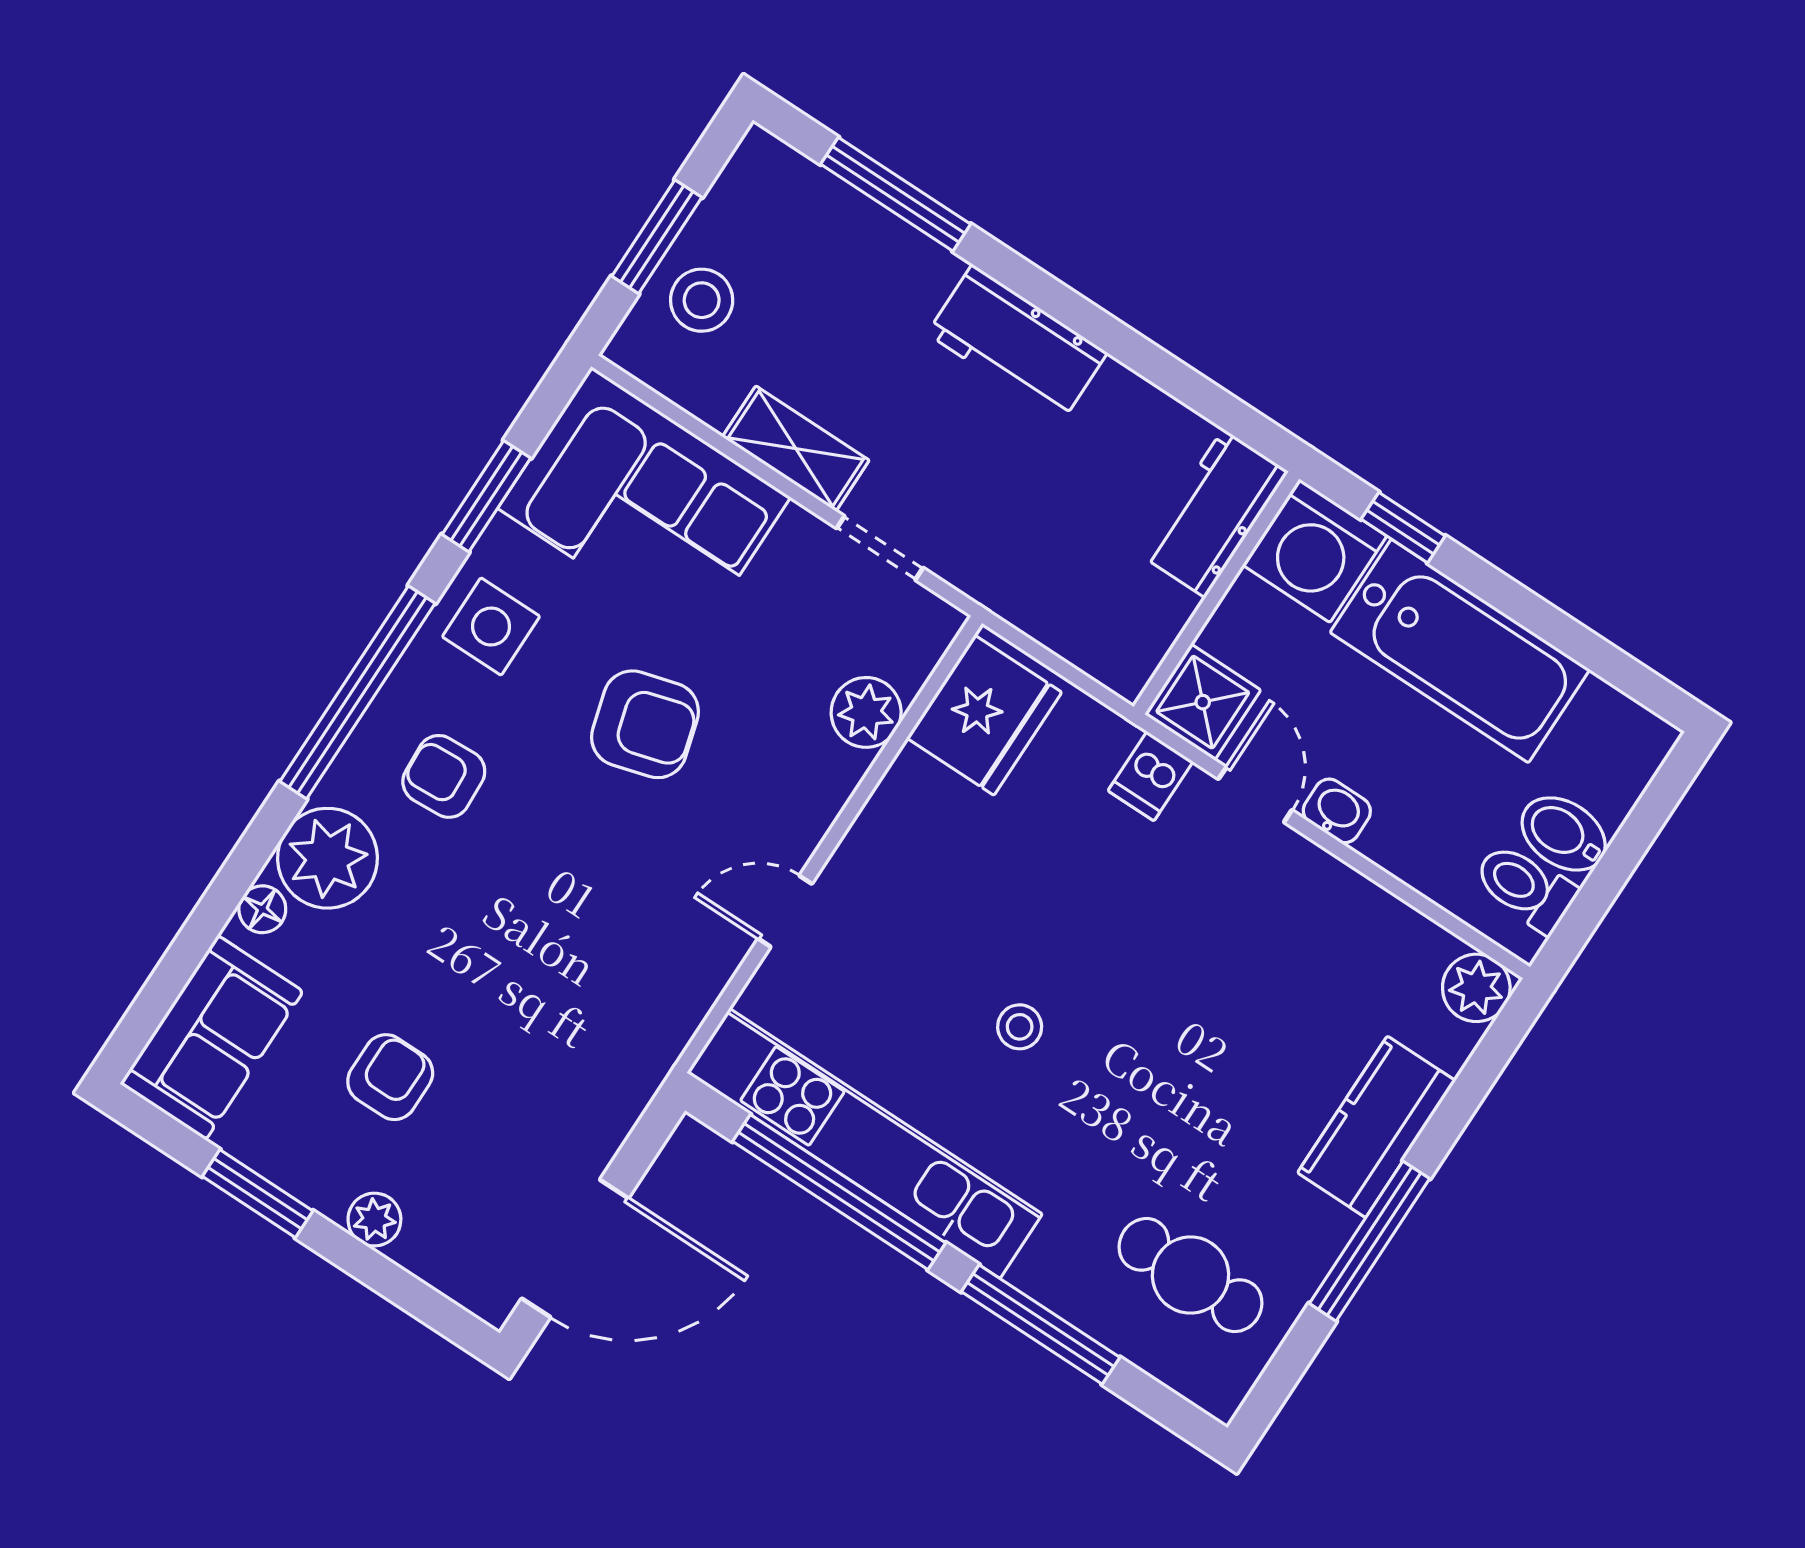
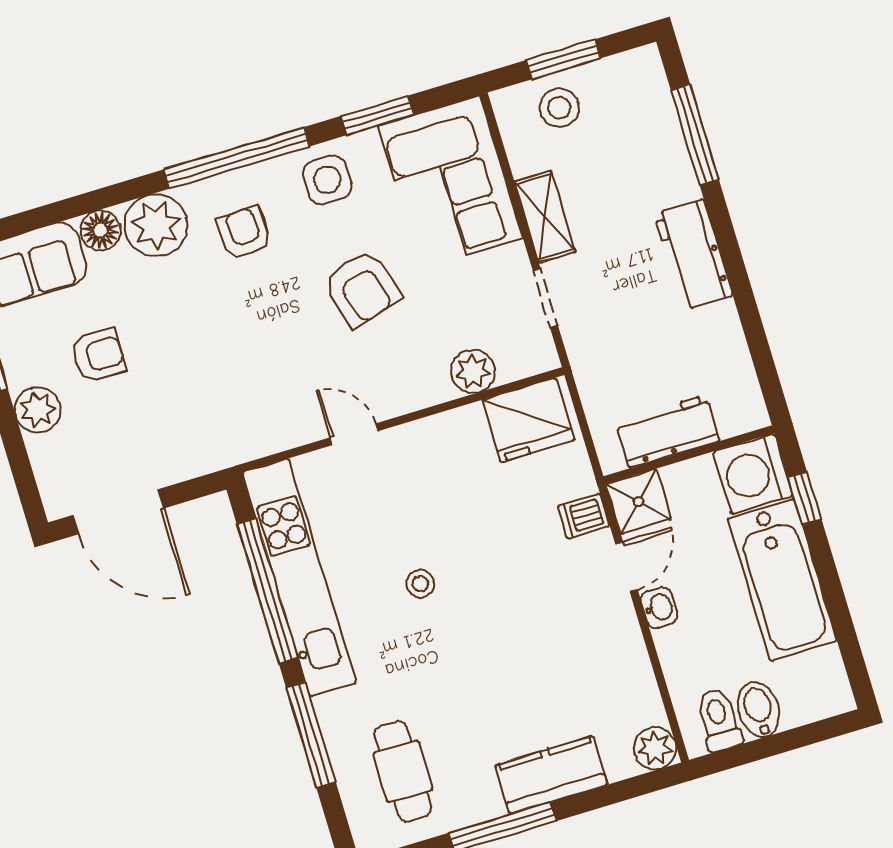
workbench: (1214, 513) -> (667, 431), moved
floor lamp: (262, 909) -> (101, 230), width x1.37, depth x1.37
plant: (374, 1220) -> (38, 410), width x1.38, depth x1.38

